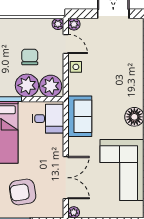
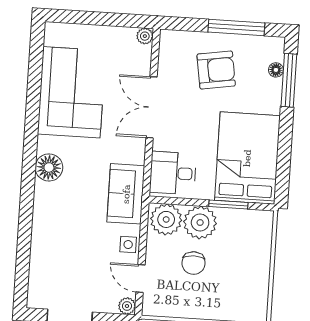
plant: (58, 24) -> (150, 308), removed
sofa: (80, 116) -> (126, 194), moved
double door: (66, 178) -> (152, 107), moved

